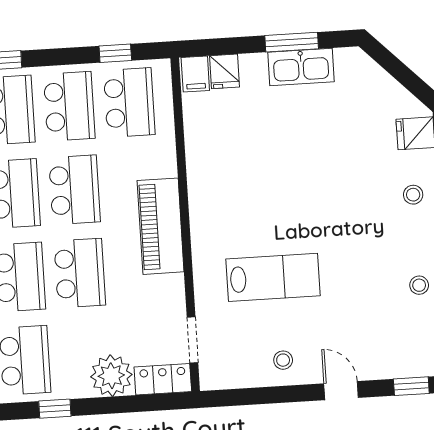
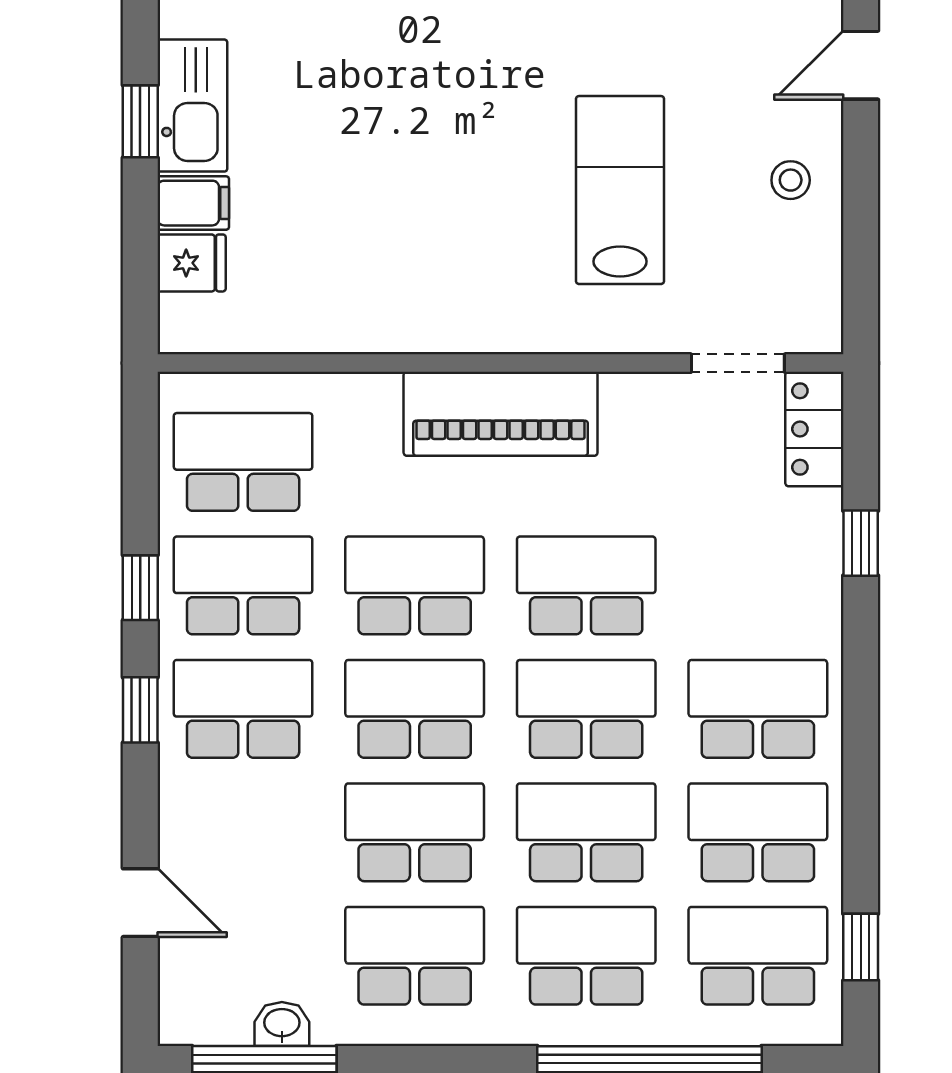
window: (292, 42) -> (140, 121), width x0.67
window: (115, 53) -> (140, 588), moved
filing cabinet: (195, 74) -> (193, 203), moved
plant: (111, 376) -> (800, 534), removed
window: (55, 409) -> (861, 543), moved

